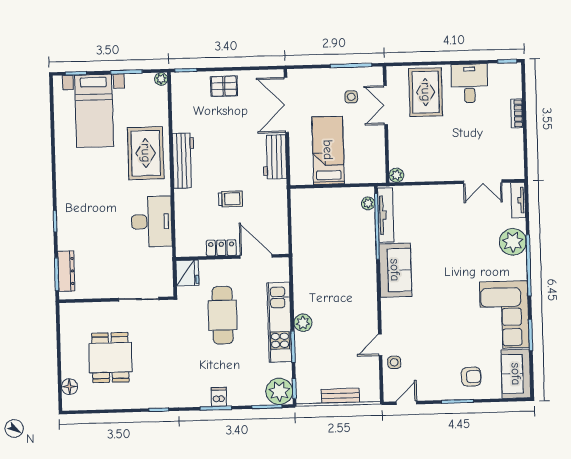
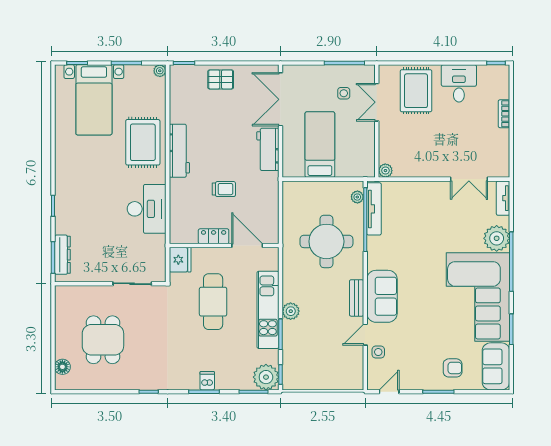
round table: (338, 250) -> (326, 241), added
sofa: (395, 270) -> (382, 296), moved
corner sofa: (504, 315) -> (478, 297), width x1.36, depth x1.36
bench: (340, 396) -> (357, 298), moved, turned 90

